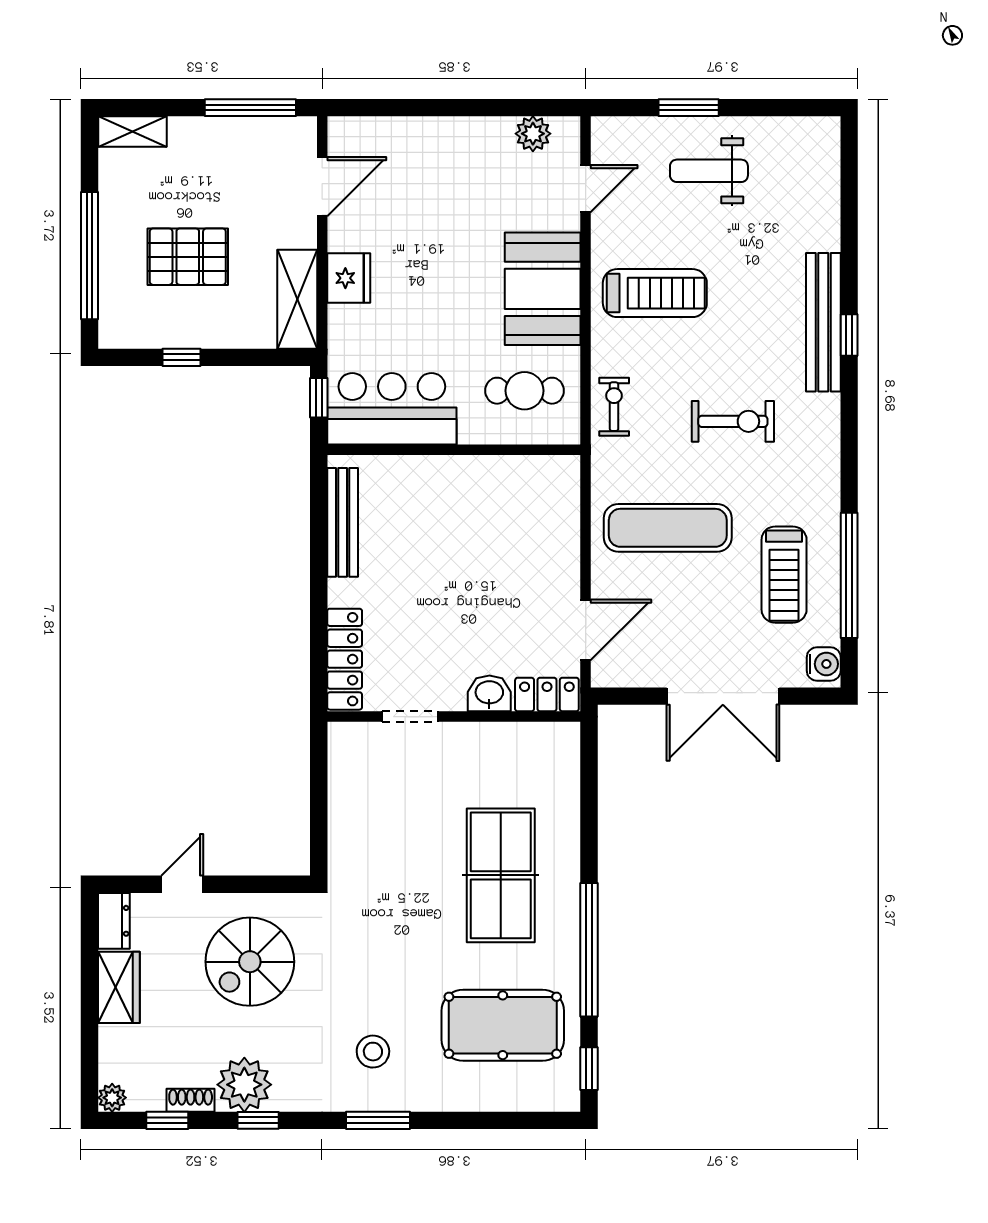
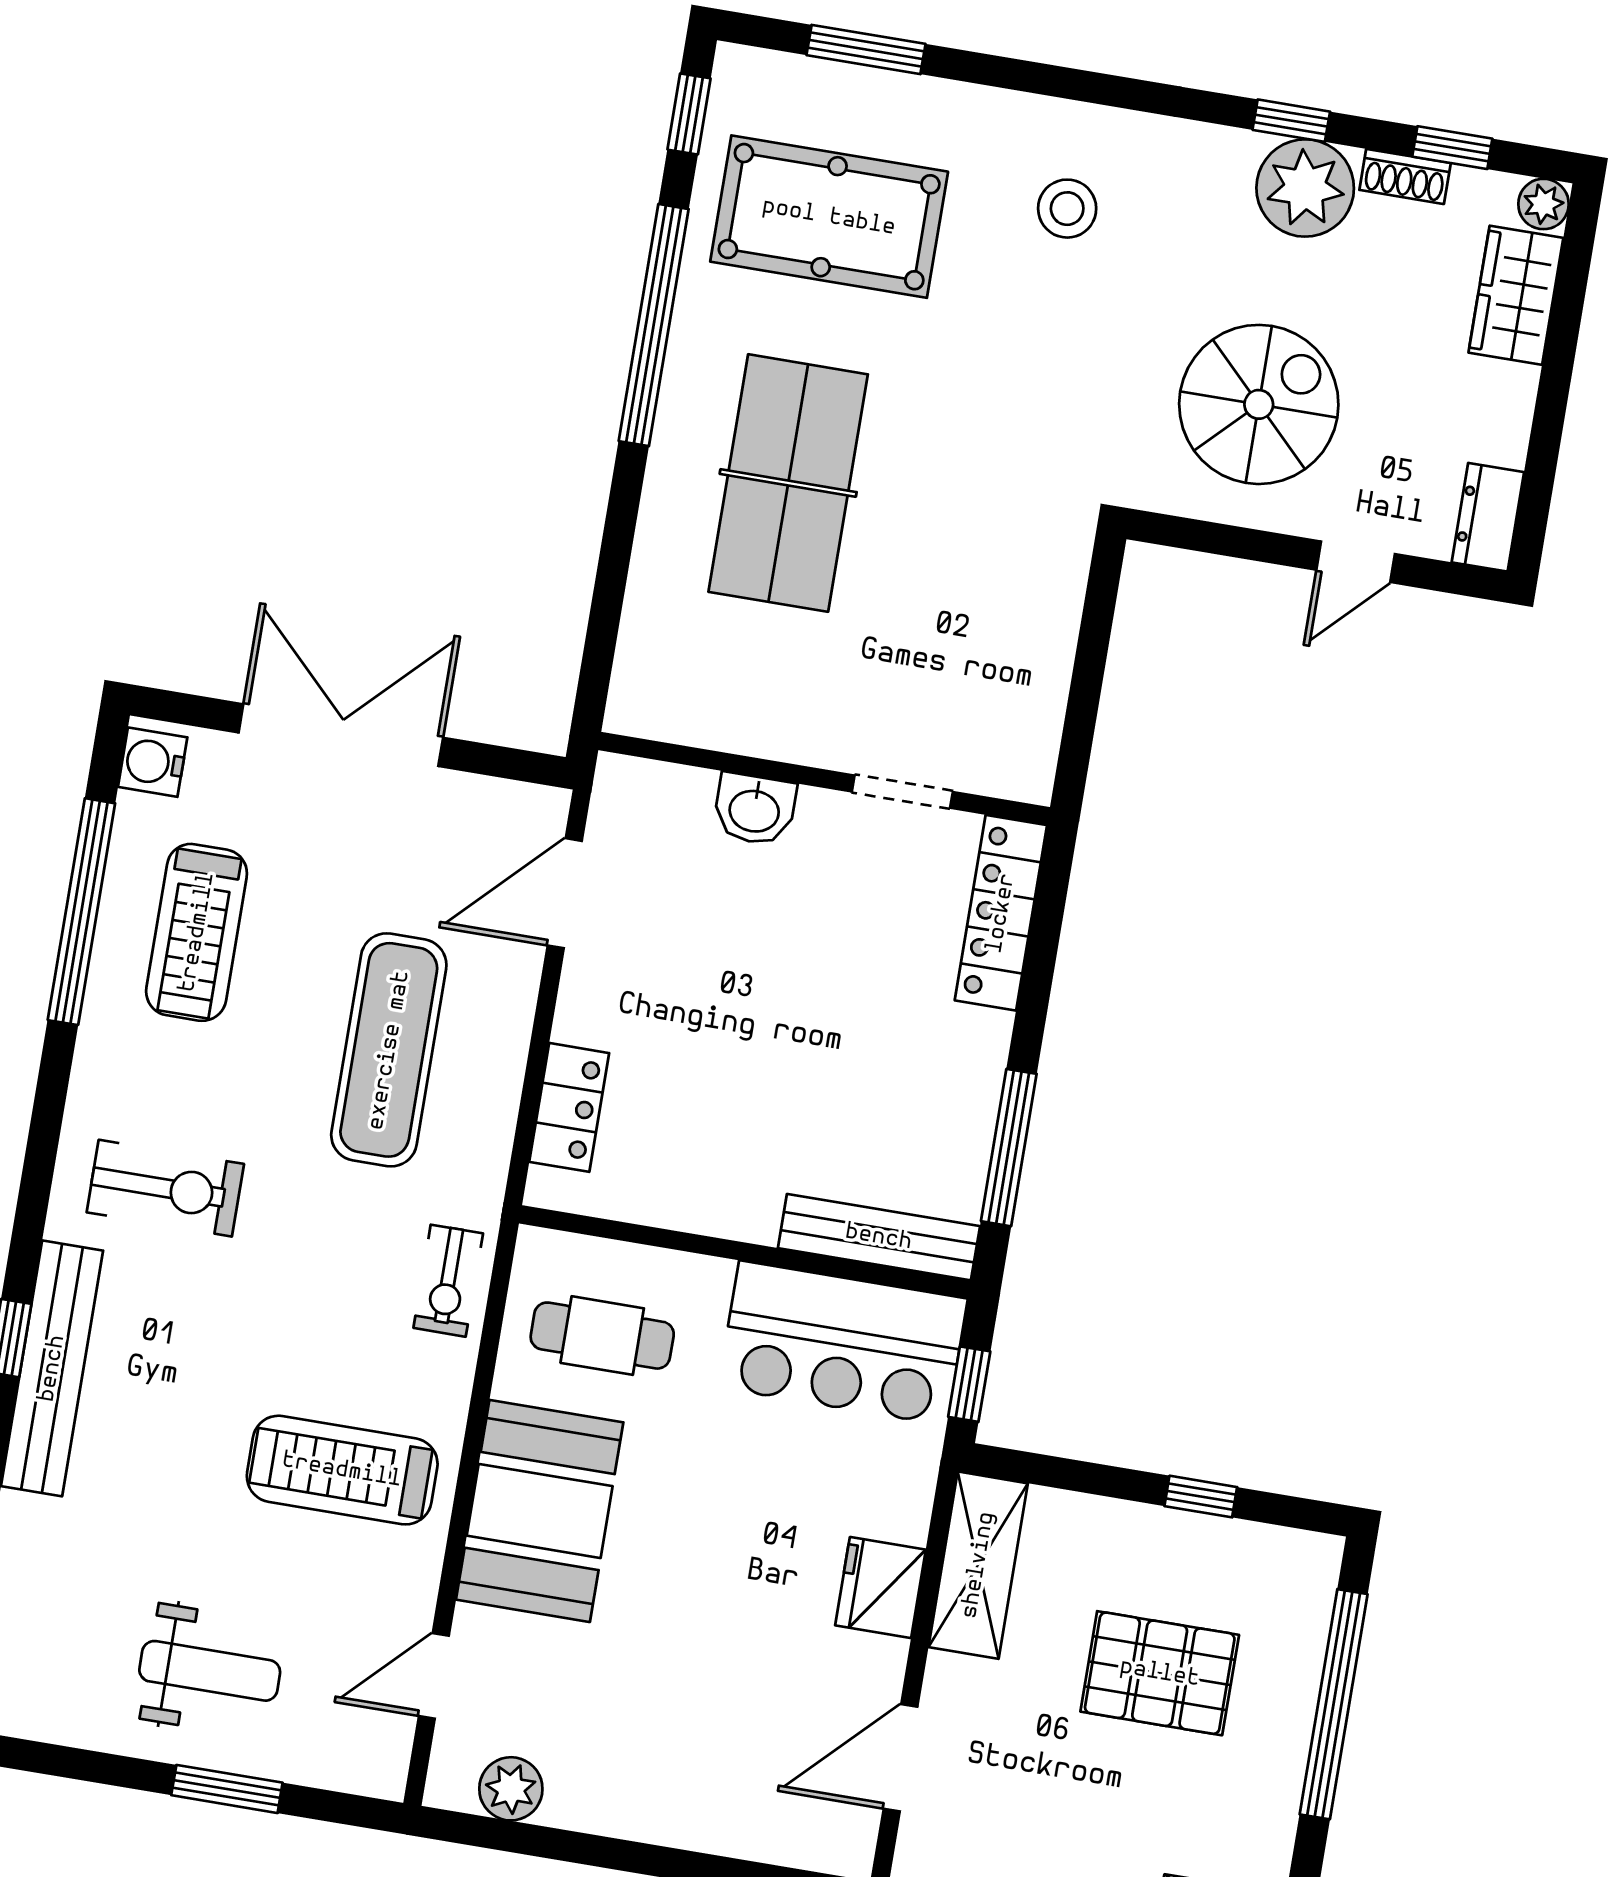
exercise bike: (733, 421) -> (165, 1188), moved, turned 180
bench: (343, 522) -> (879, 1237), moved, turned 90
exercise mat: (668, 528) -> (389, 1050), turned 90
window: (319, 531) -> (1009, 1148), added
treadmill: (784, 575) -> (197, 932), turned 180
locker: (547, 695) -> (569, 1107), moved, turned -90
wardrobe: (119, 987) -> (1516, 295), moved
window: (378, 1120) -> (866, 50), moved

